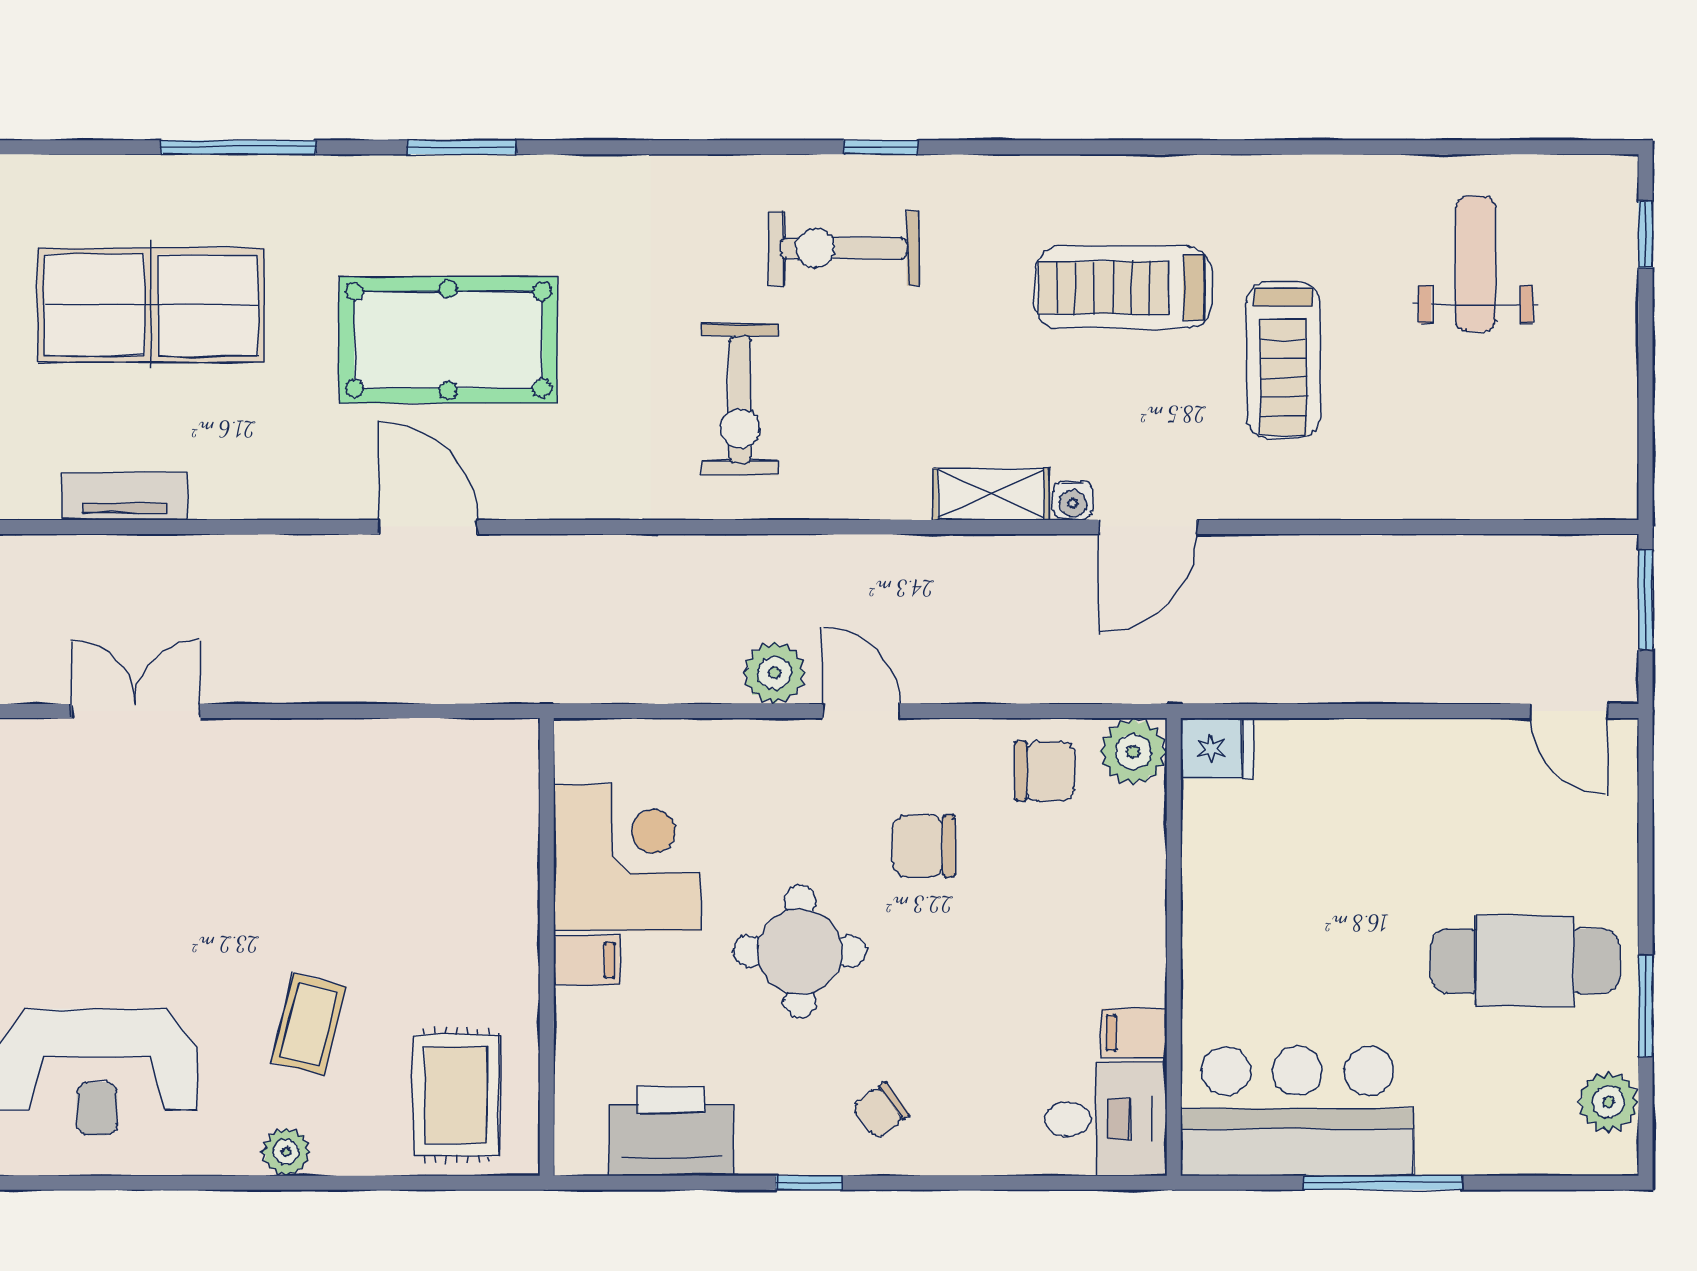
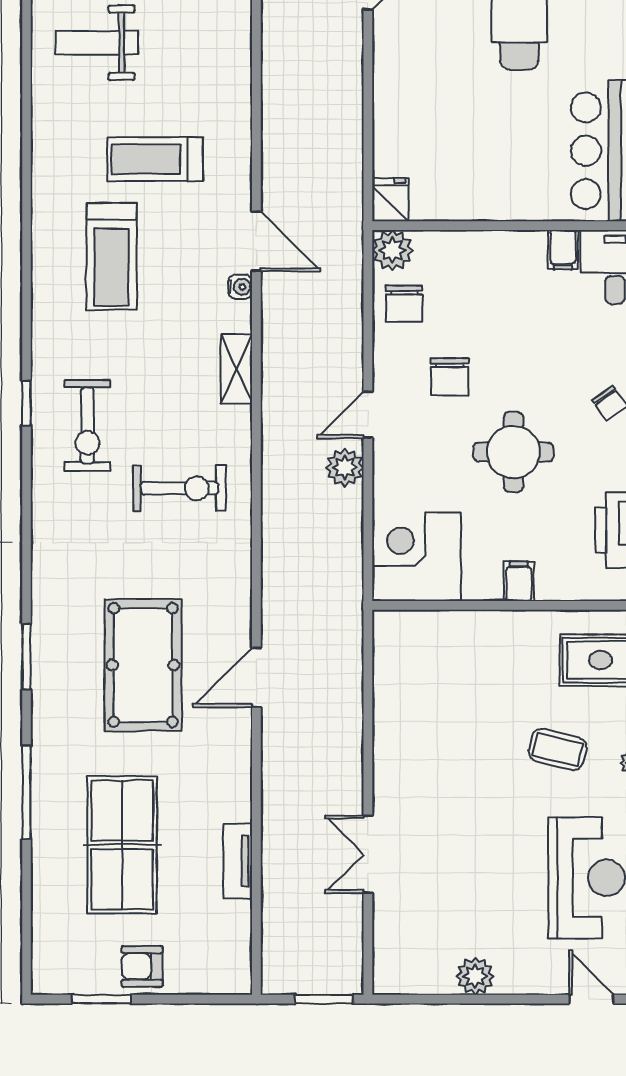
treadmill: (1283, 360) -> (155, 159), turned 180
shelving: (991, 494) -> (237, 369), moved
chair: (1045, 771) -> (404, 304), turned 180
corner desk: (627, 858) -> (416, 557), moved

